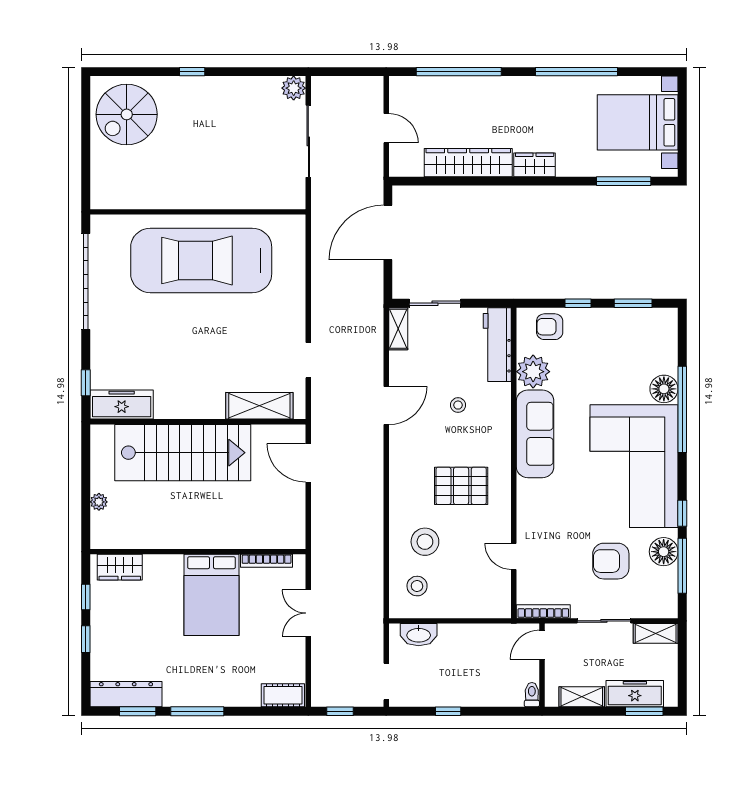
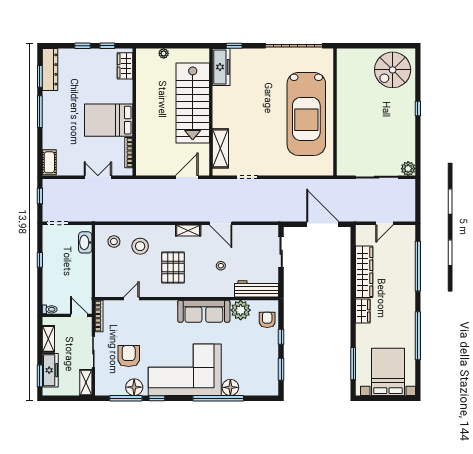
spiral stairs: (127, 114) -> (393, 70), turned -90
car: (201, 260) -> (306, 114), turned 180
shelving: (398, 329) -> (188, 230), moved

